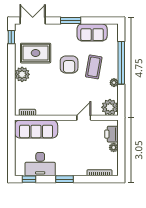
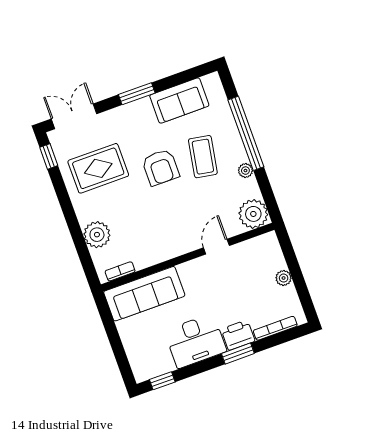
plant: (22, 74) -> (97, 235), moved
printer: (111, 134) -> (238, 335), moved, turned 90
desk: (40, 164) -> (195, 341), moved
window: (64, 179) -> (238, 354), moved

